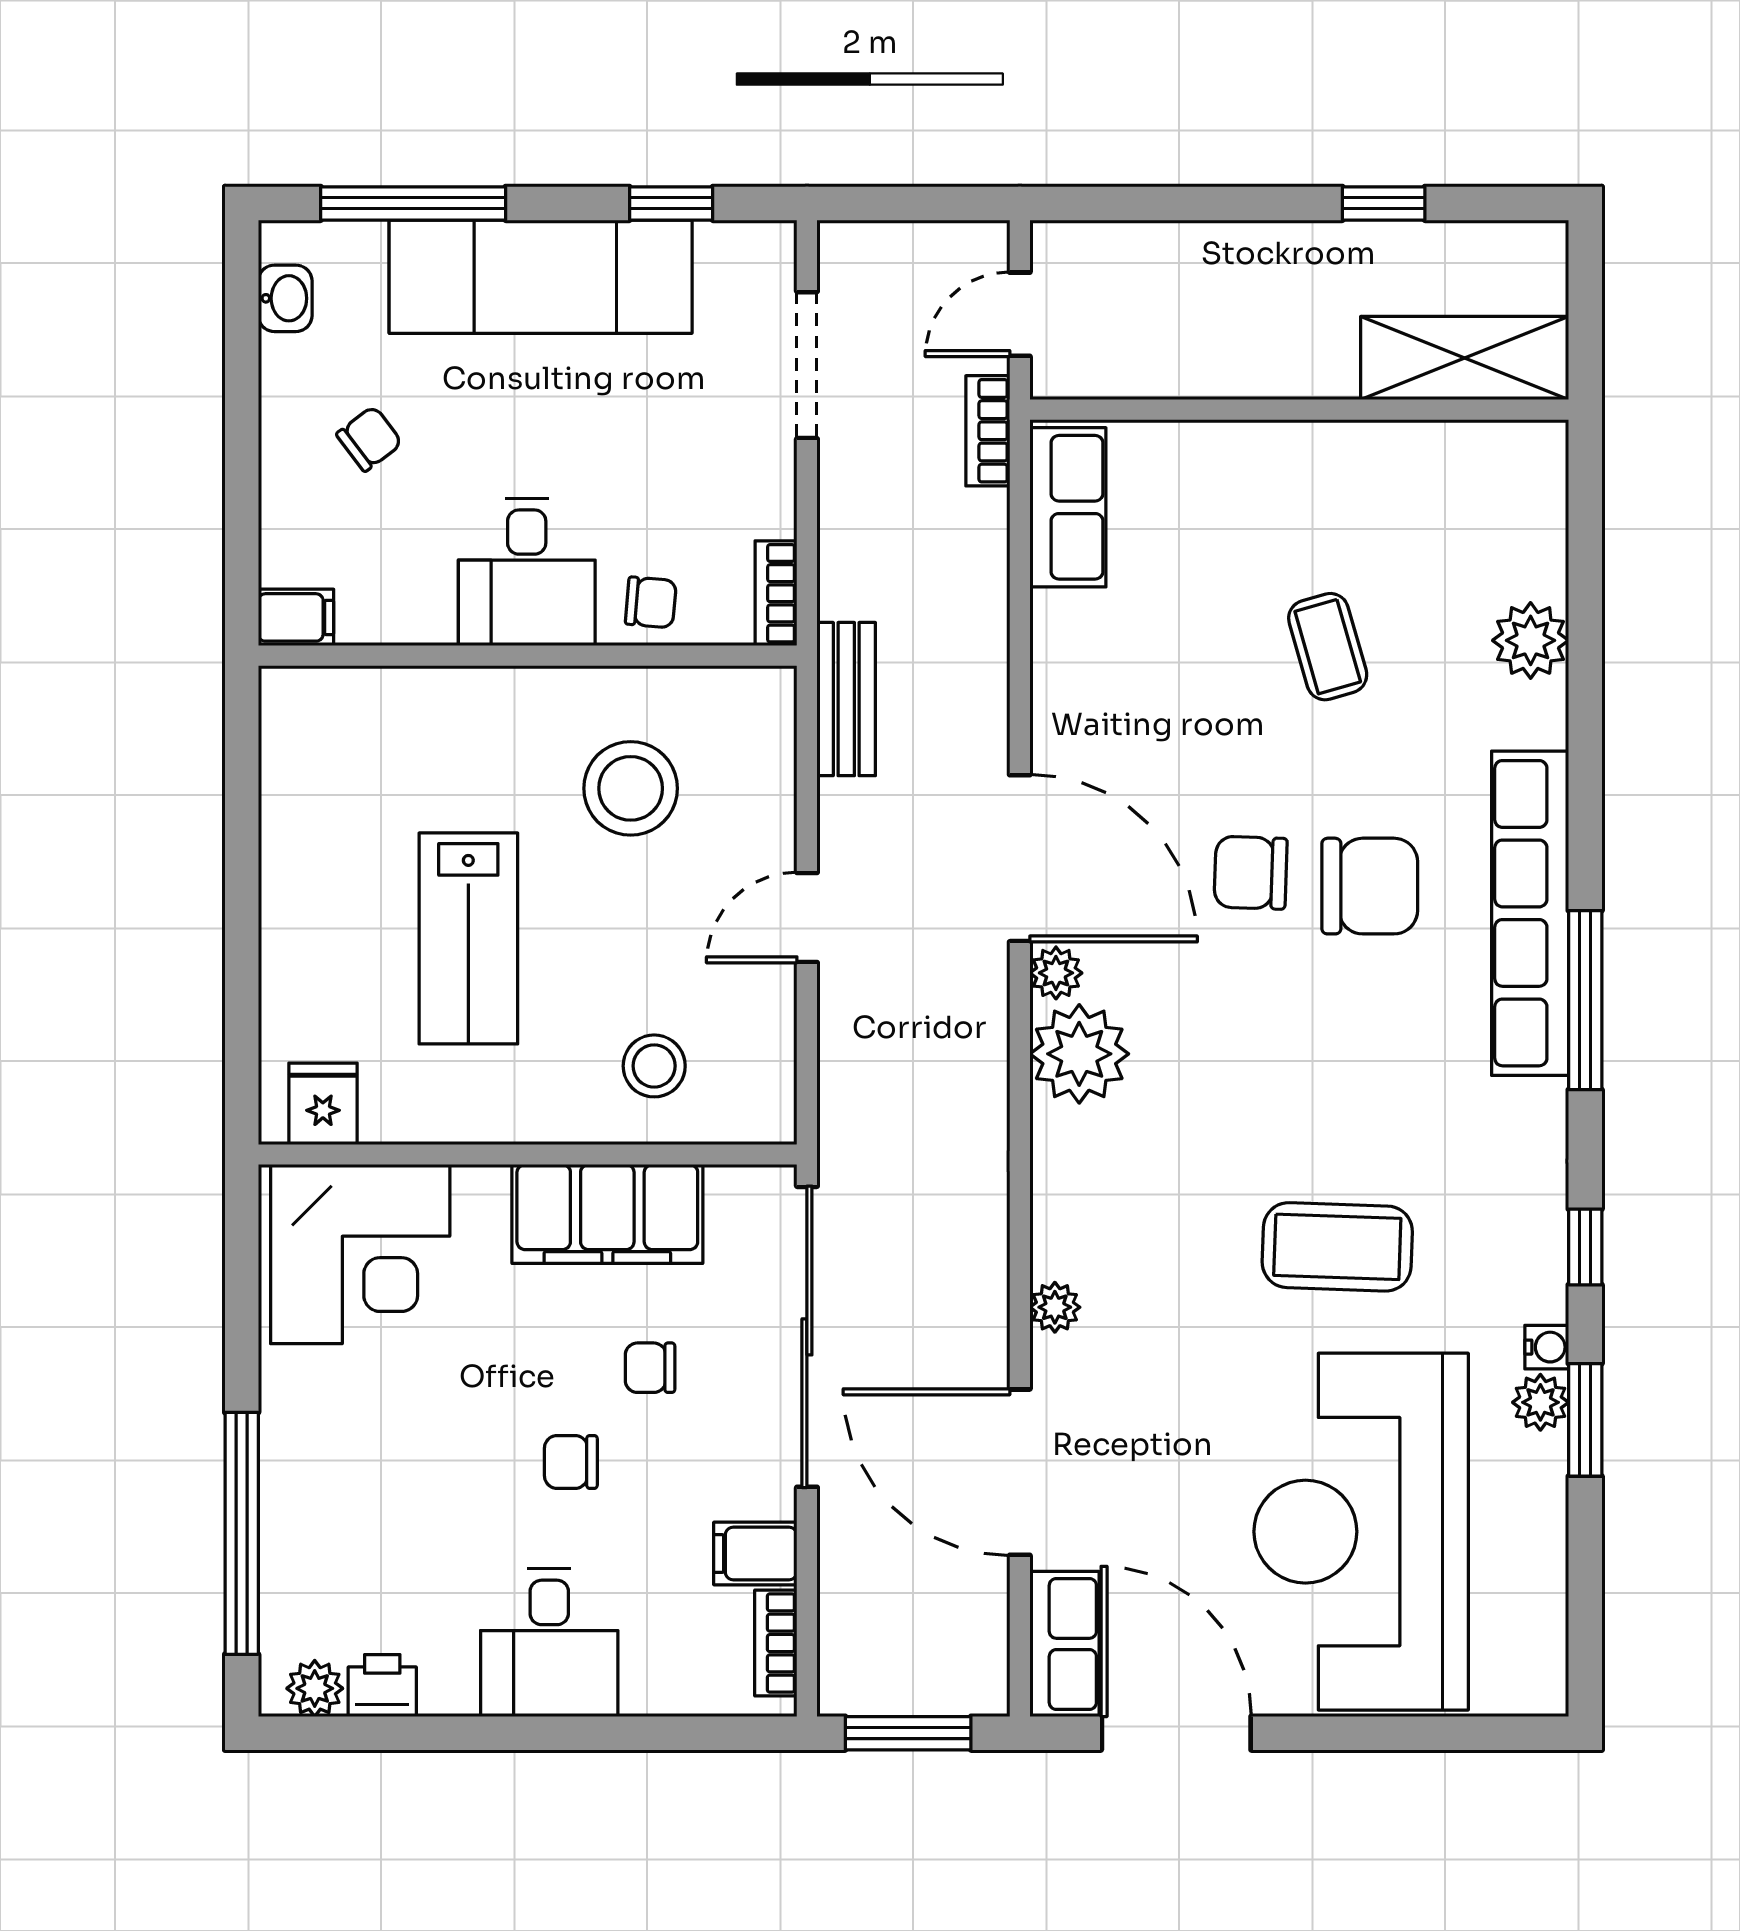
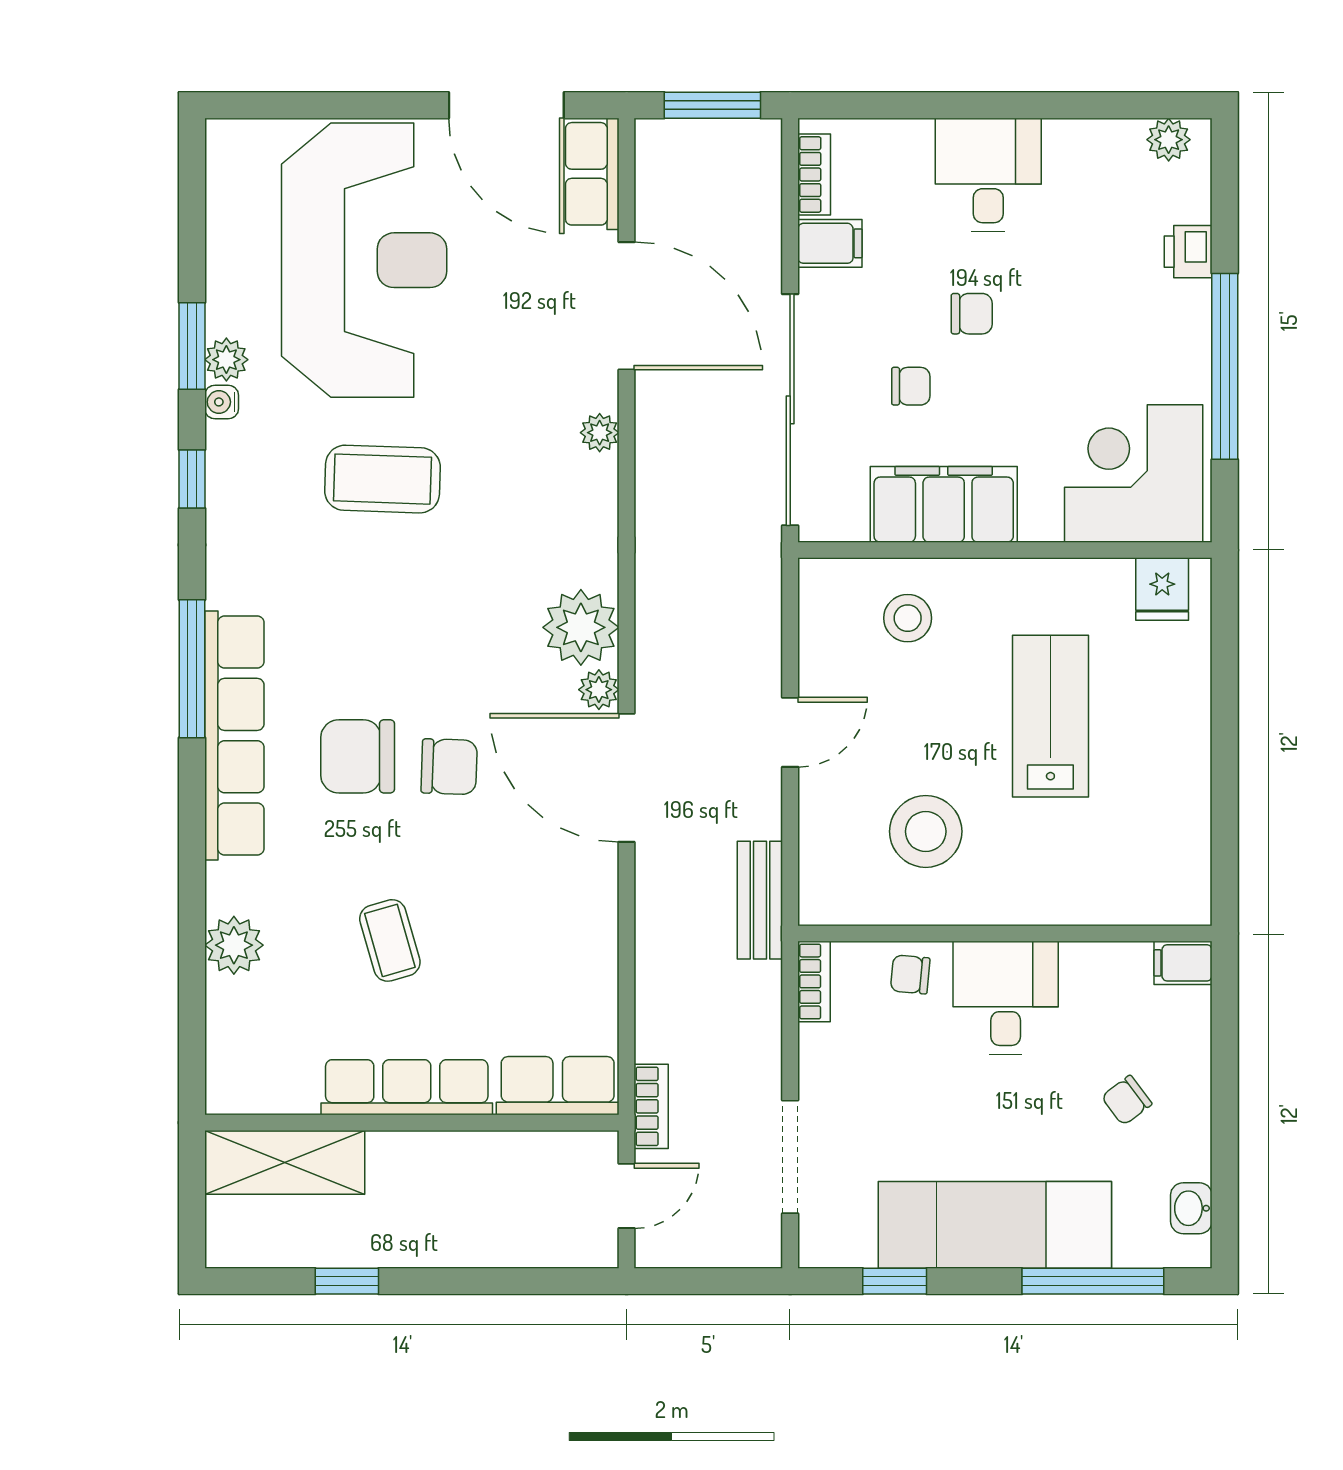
row of seats: (1306, 456) -> (407, 1087), added
row of seats: (1068, 507) -> (558, 1086), moved, turned 90
window: (242, 1533) -> (1225, 366), moved
printer: (382, 1686) -> (1188, 252), moved, turned 90

